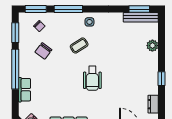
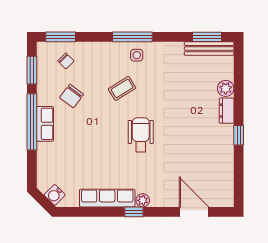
window: (68, 9) -> (132, 37), moved
wheelchair: (92, 78) -> (141, 135), turned 180
row of seats: (25, 90) -> (45, 124), moved
dresser: (153, 104) -> (227, 111), moved

